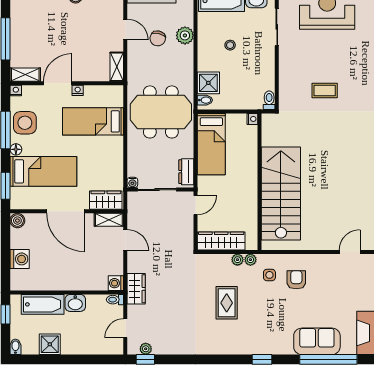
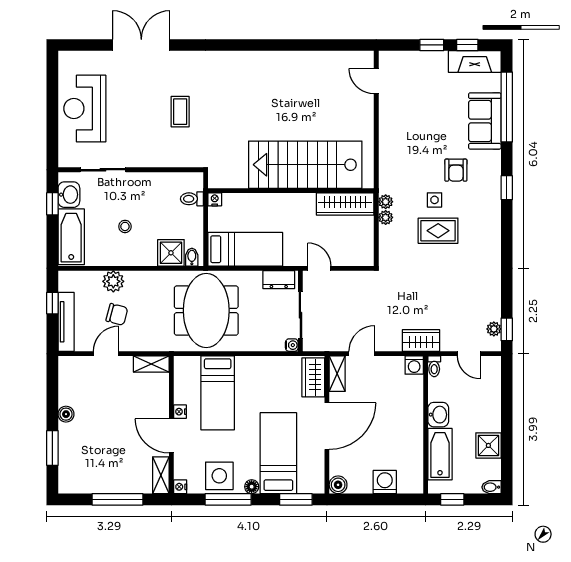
toilet: (269, 100) -> (192, 199), moved
wardrobe: (221, 241) -> (345, 204), moved, turned -90
side table: (269, 275) -> (435, 200), moved
armchair: (296, 280) -> (456, 170), moved, turned -90

